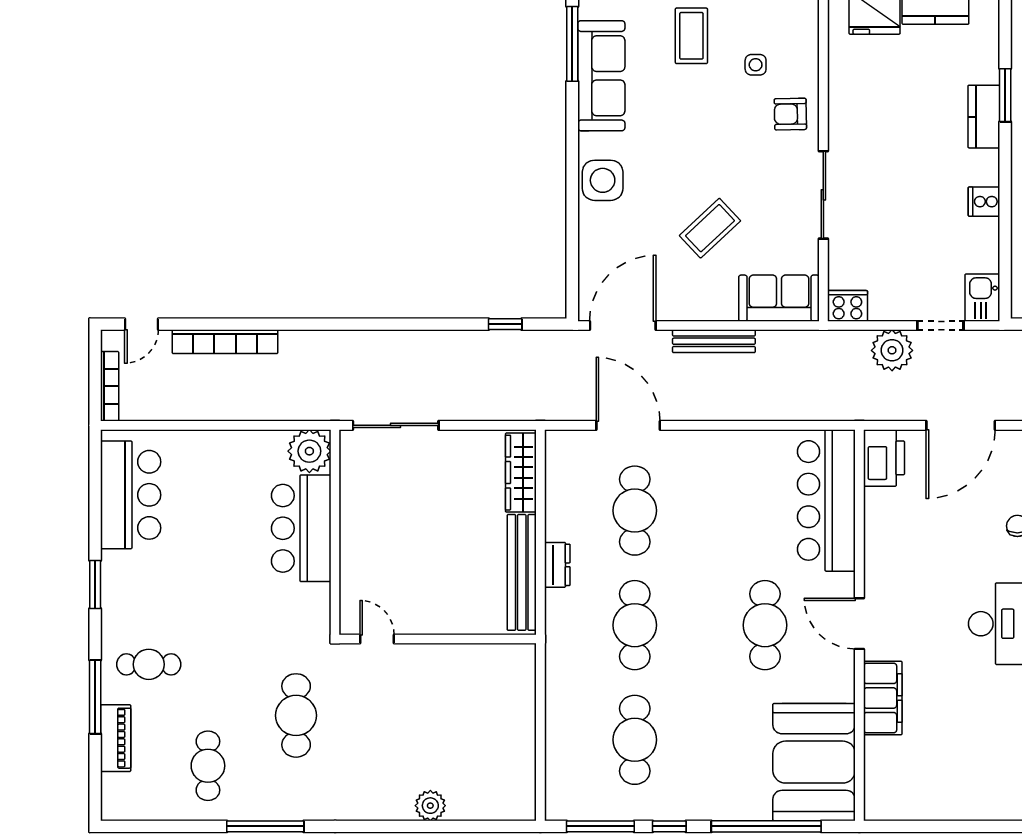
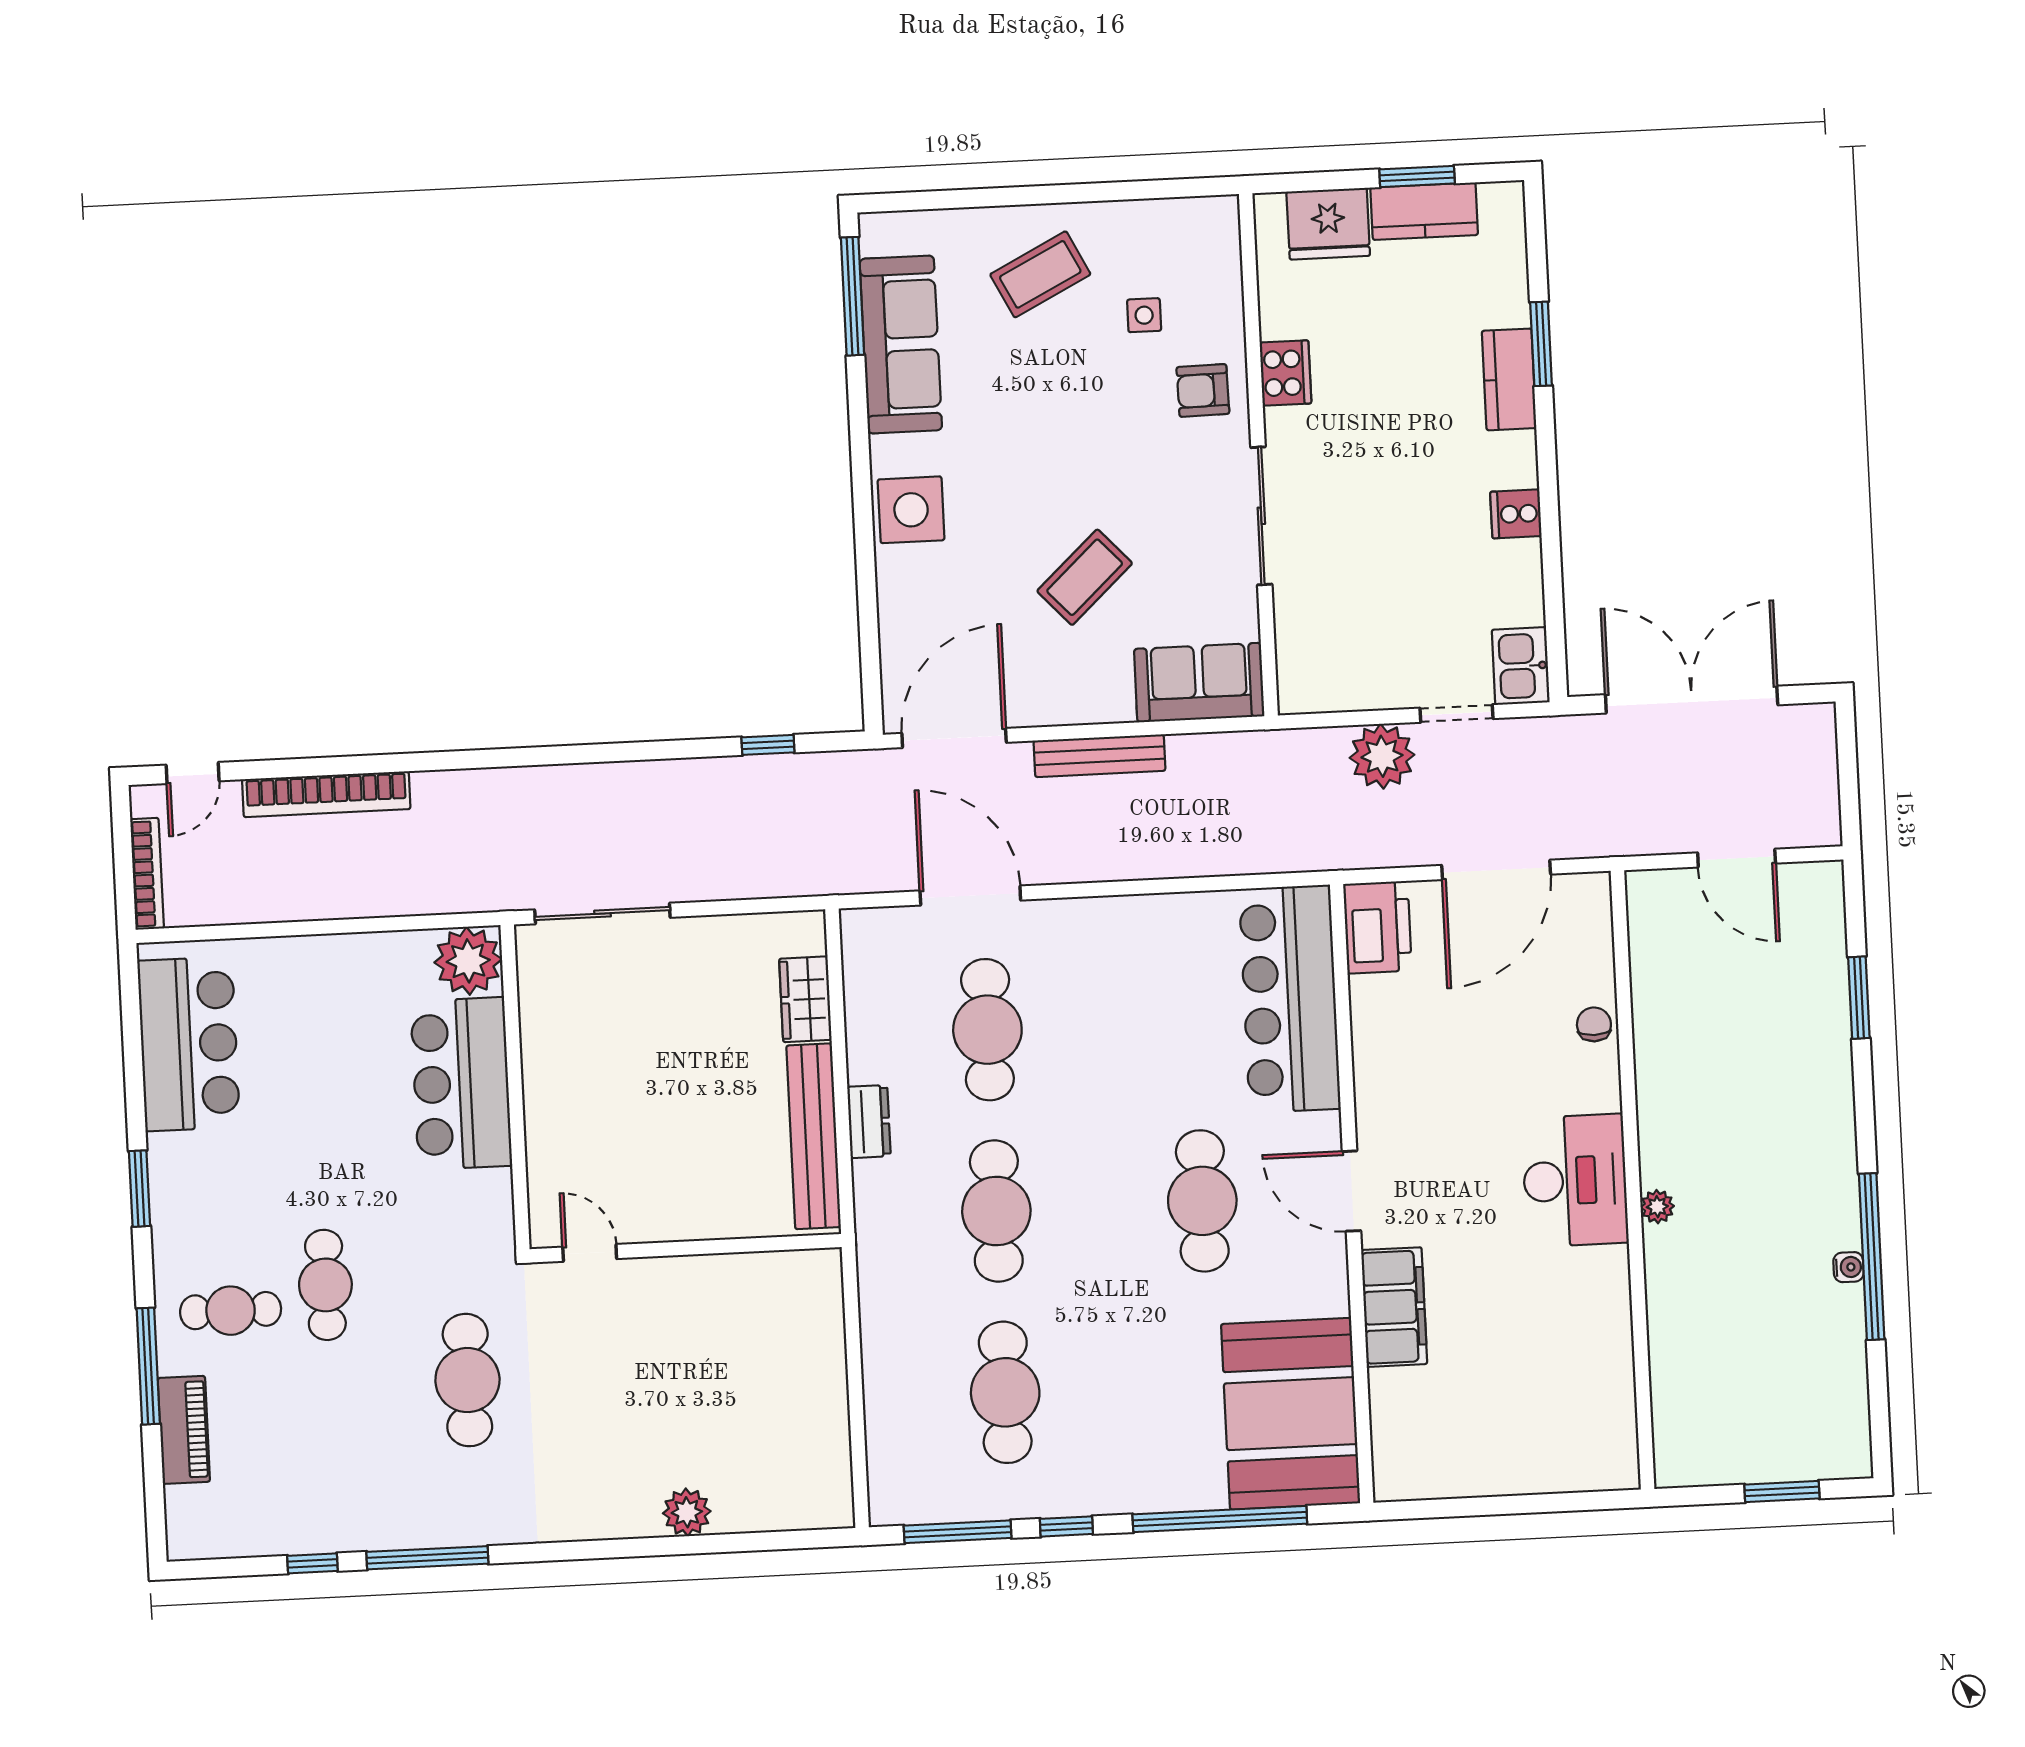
coffee table: (691, 36) -> (1040, 274), turned 63
cooker: (847, 306) -> (1285, 373), moved, turned 90
wardrobe: (521, 473) -> (805, 999), width x0.67
cafe table: (208, 766) -> (325, 1285), moved
window: (193, 826) -> (312, 1563), added

